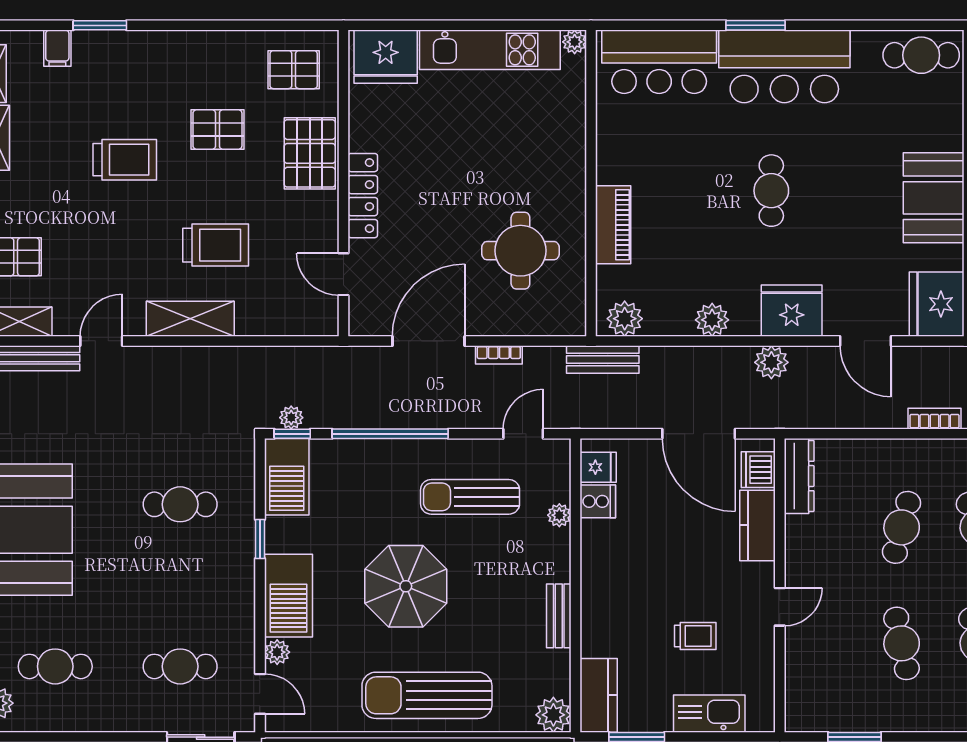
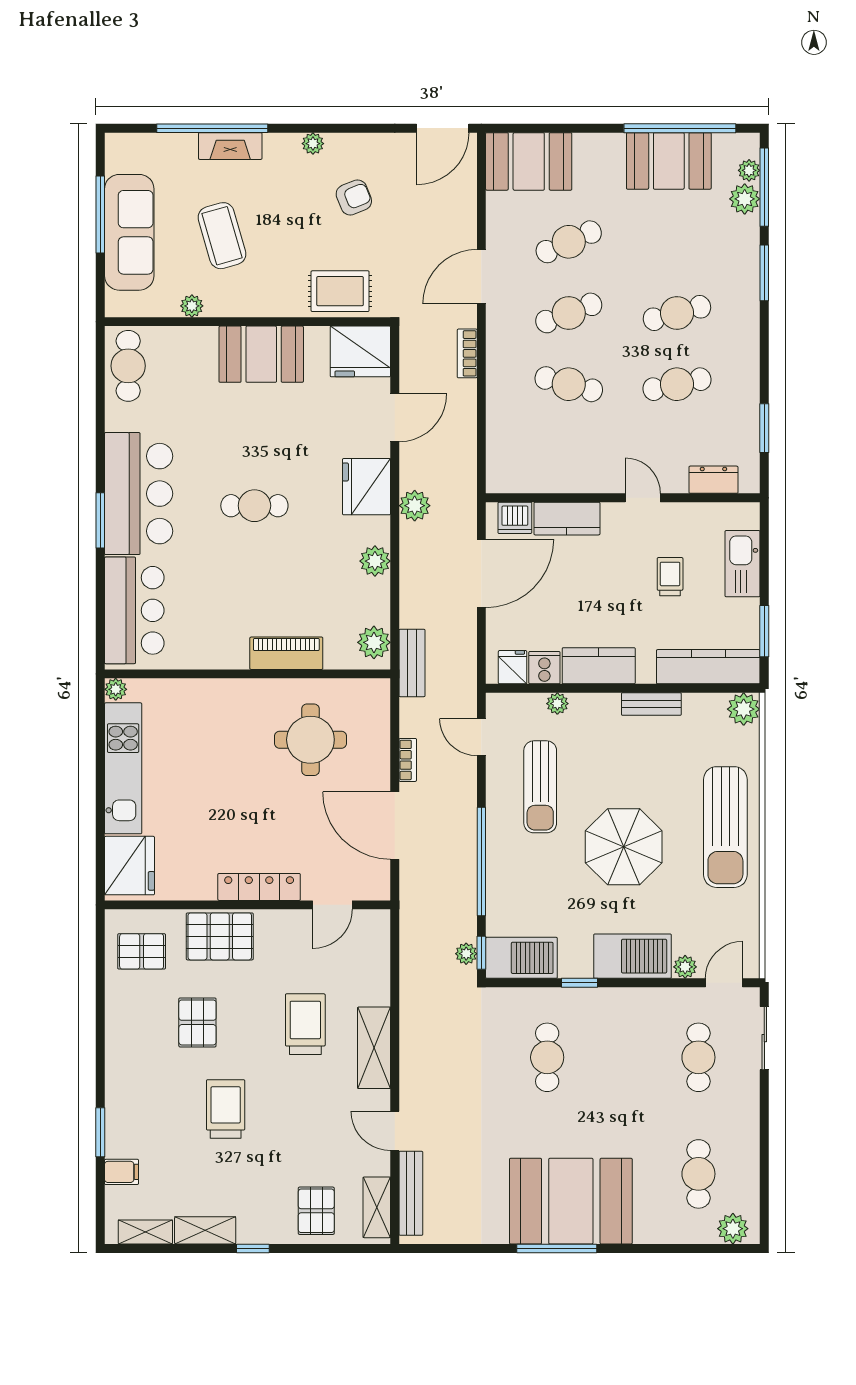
pallet: (294, 70) -> (142, 951), turned 90
dresser: (799, 476) -> (713, 480), moved, width x0.70
kitchen counter: (600, 559) -> (599, 666), added
kitchen counter: (599, 695) -> (708, 667), width x1.50

